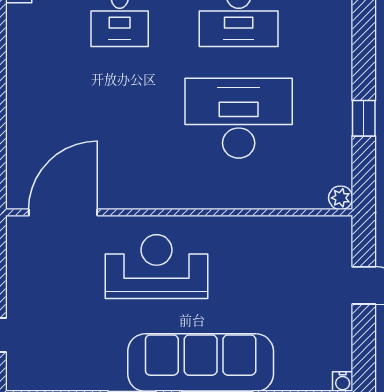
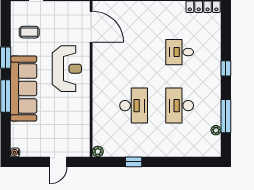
desk: (239, 118) -> (134, 106), width x0.73, depth x0.77
coffee table: (75, 350) -> (29, 32), added

